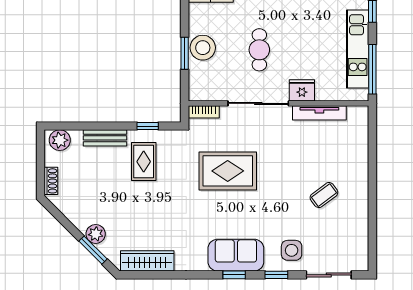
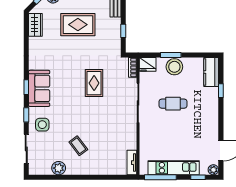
fridge: (302, 90) -> (148, 64), moved, turned 90
tv unit: (319, 113) -> (132, 163), moved, width x0.71
rug: (144, 162) -> (78, 25), moved, width x1.36, depth x1.43
rug: (228, 171) -> (94, 83), width x0.73, depth x0.70
plant: (358, 225) -> (59, 168), added
wardrobe: (147, 261) -> (35, 25), width x0.67

